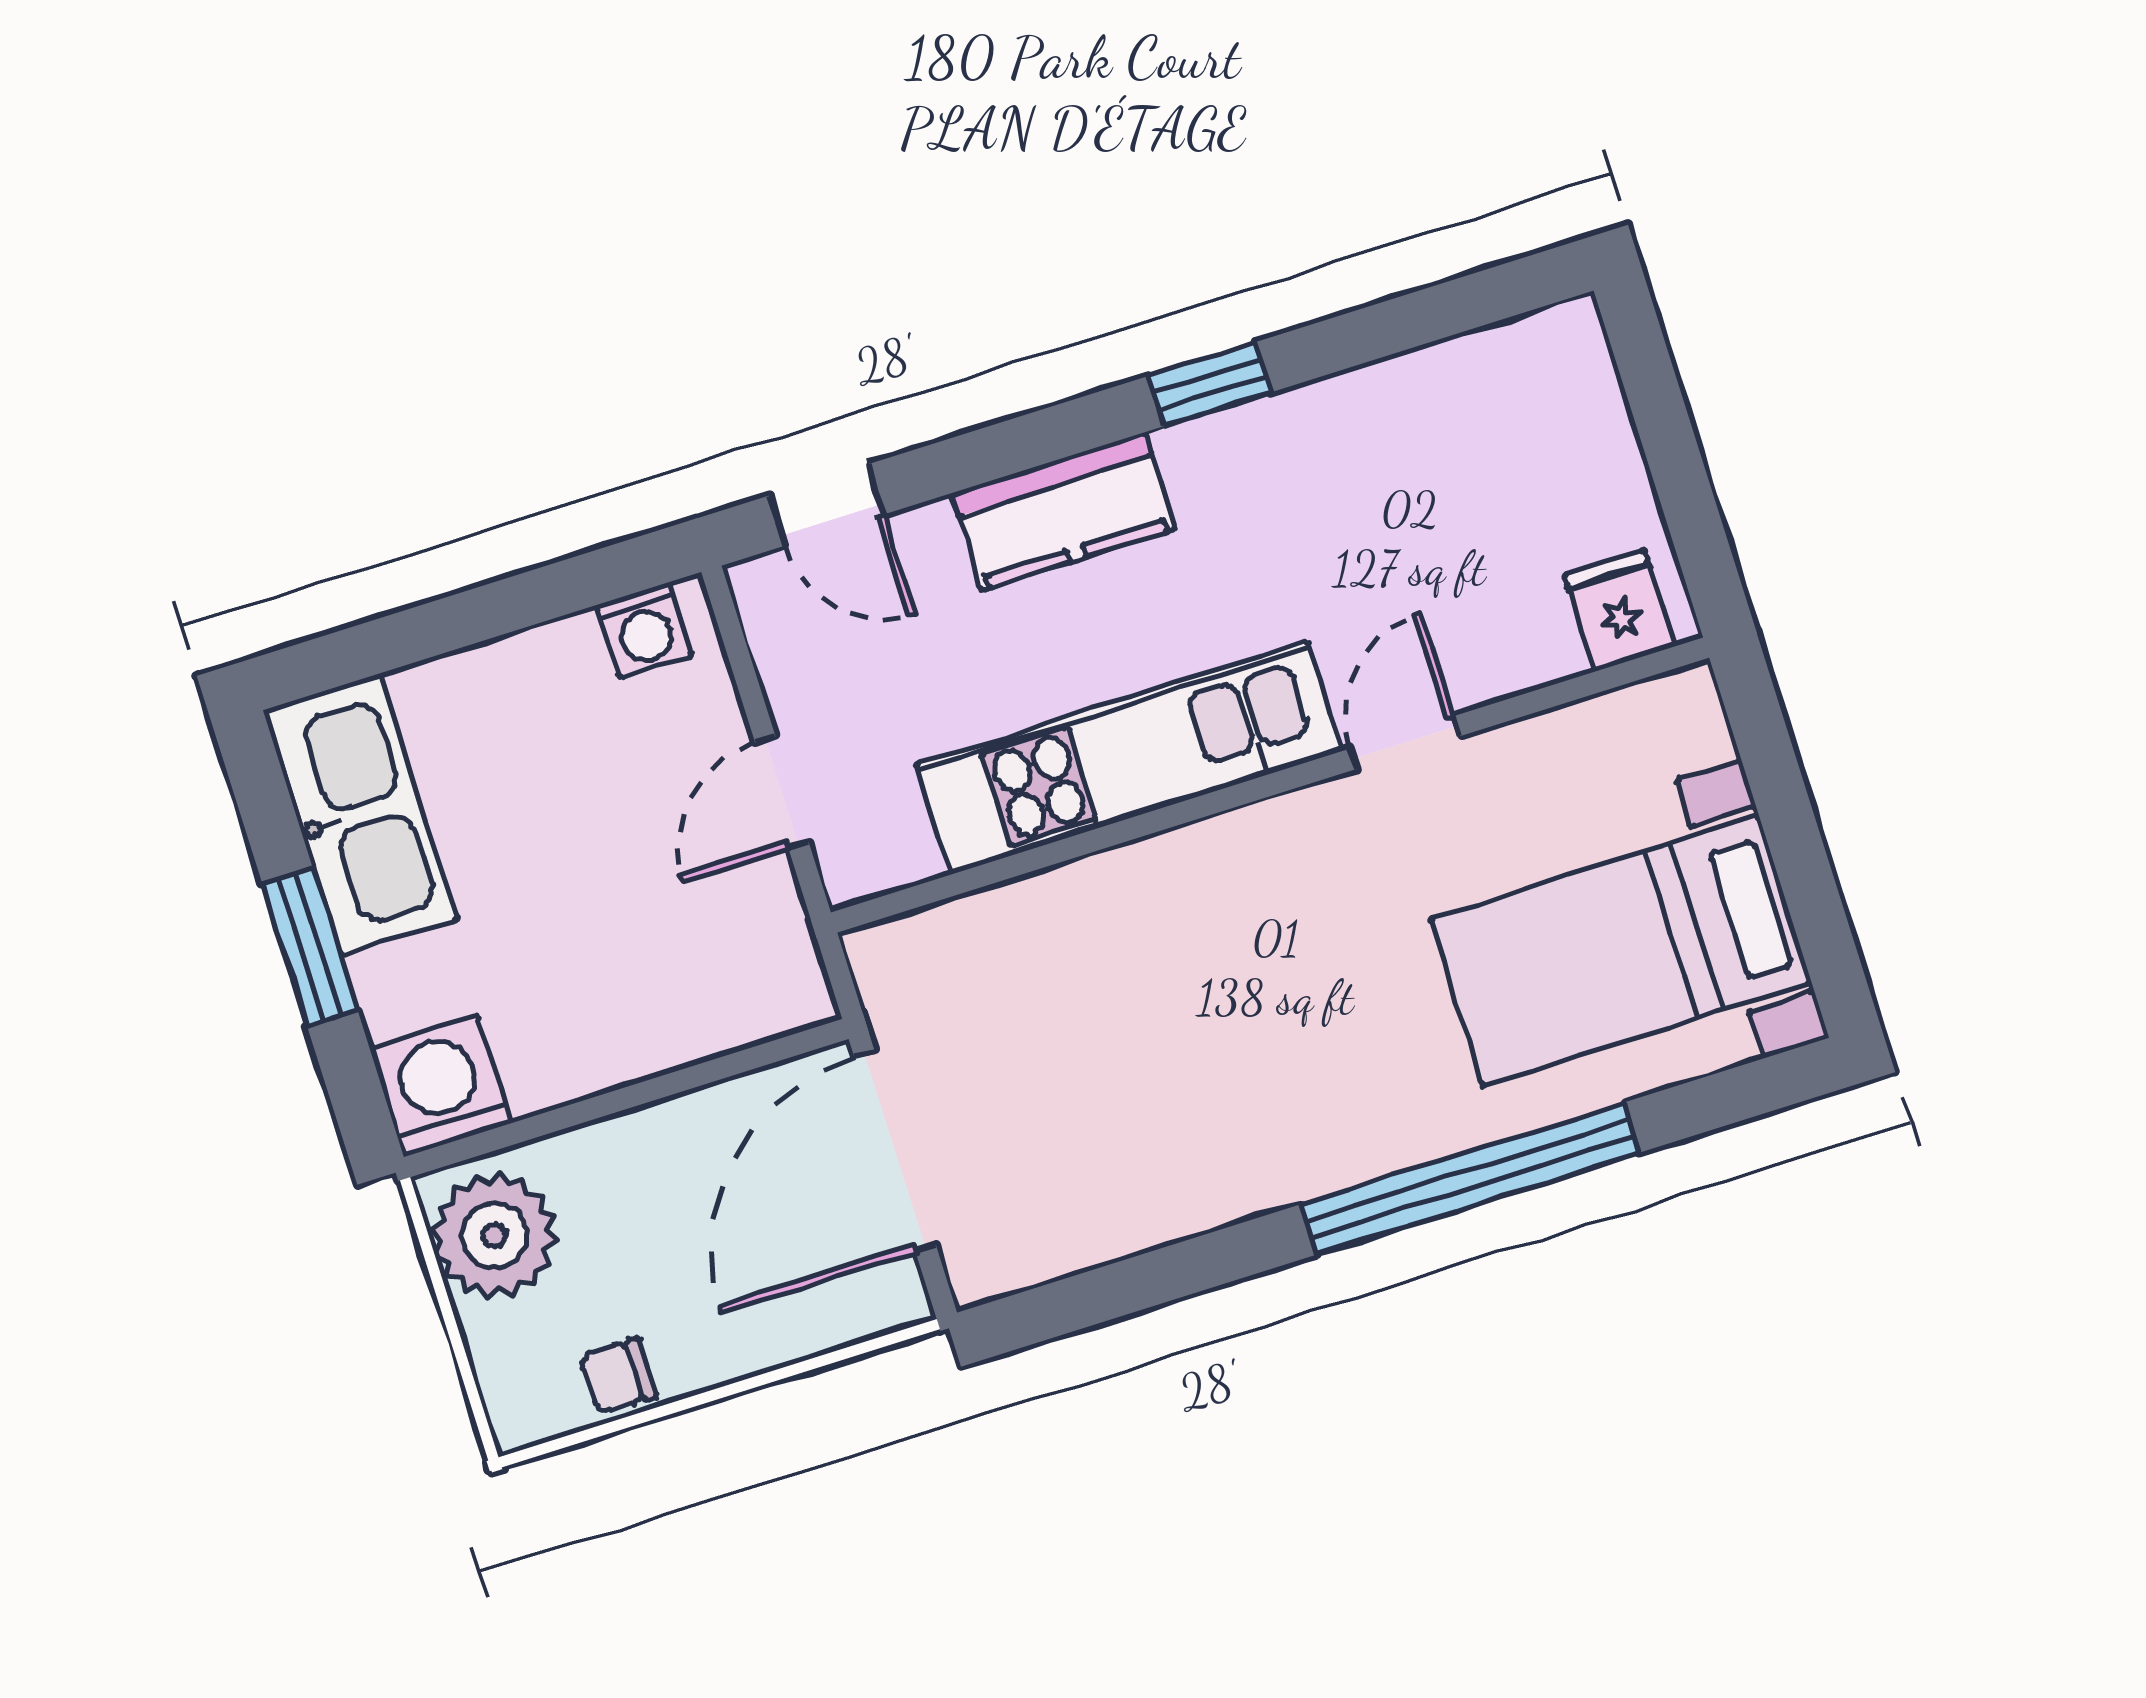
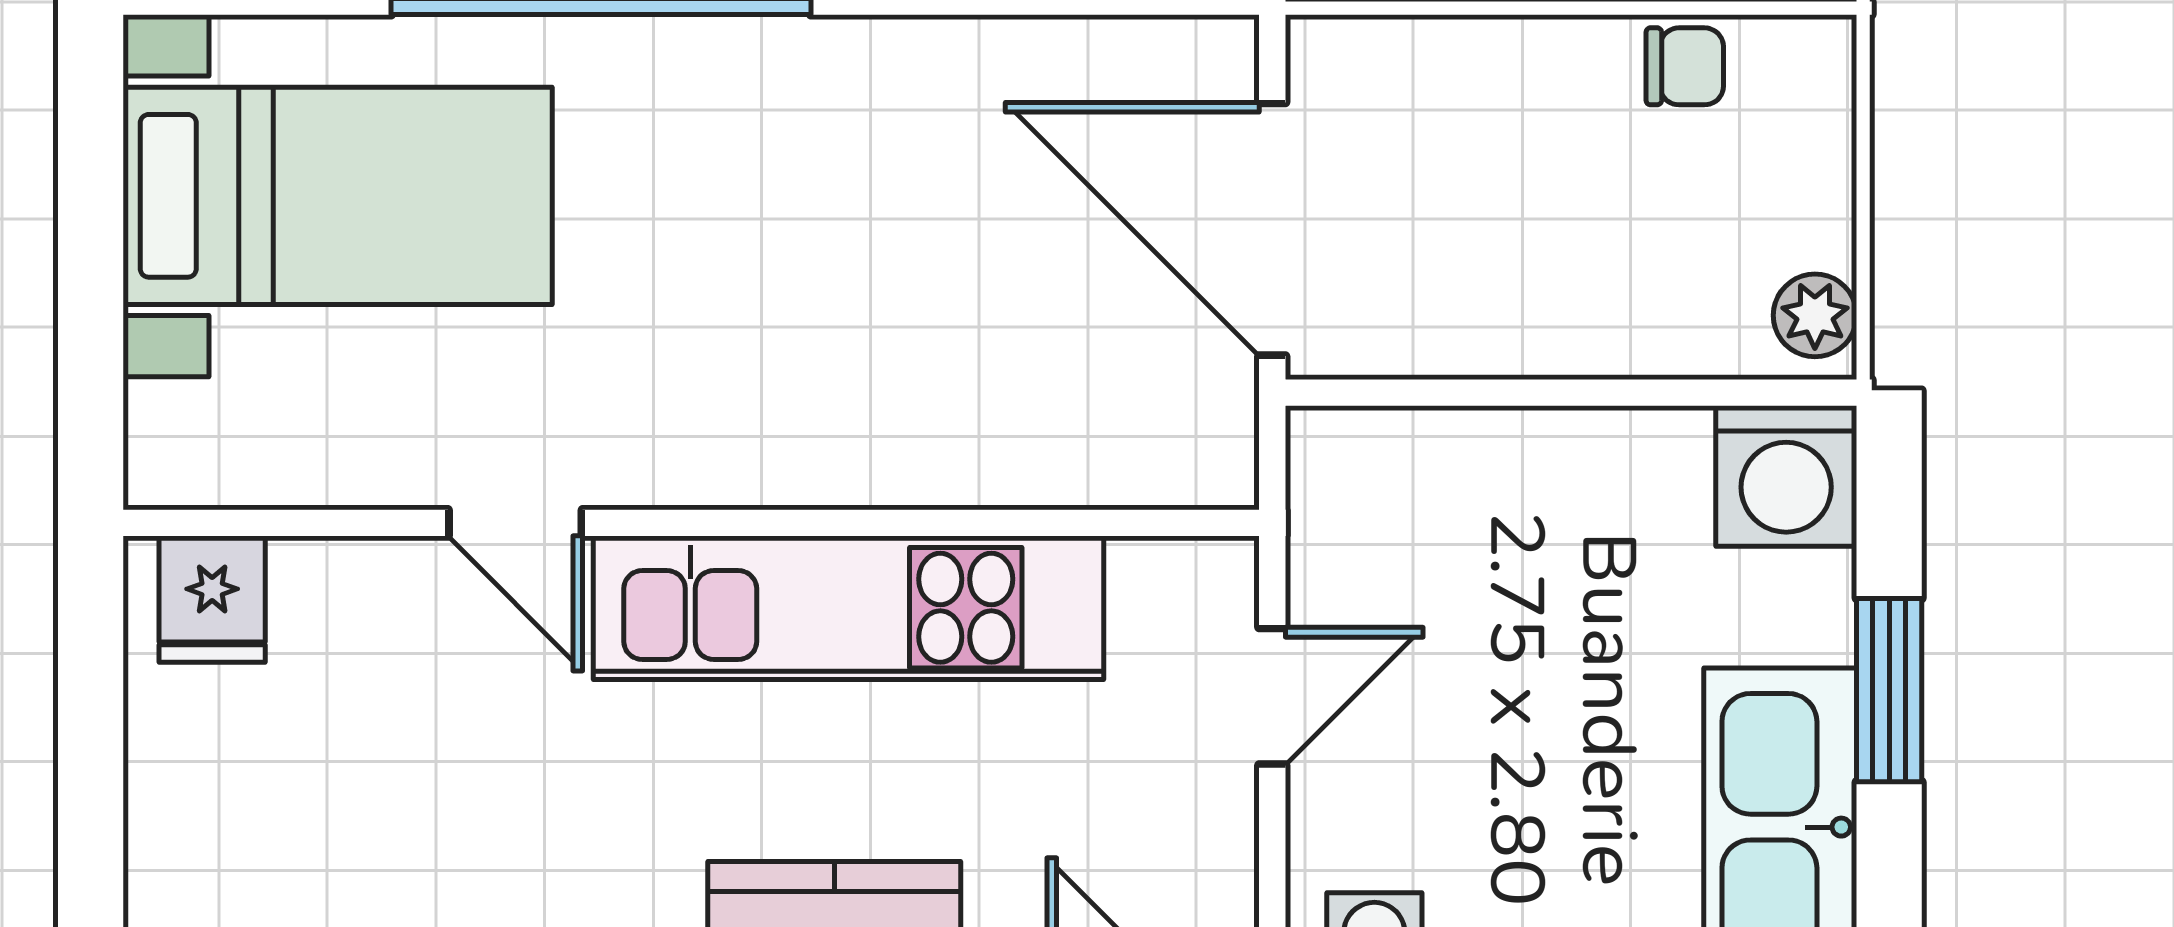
door: (1405, 742) -> (515, 523), hinge flipped
door: (895, 1151) -> (1272, 229), swing flipped
plant: (494, 1236) -> (1815, 315), width x0.53, depth x0.53

